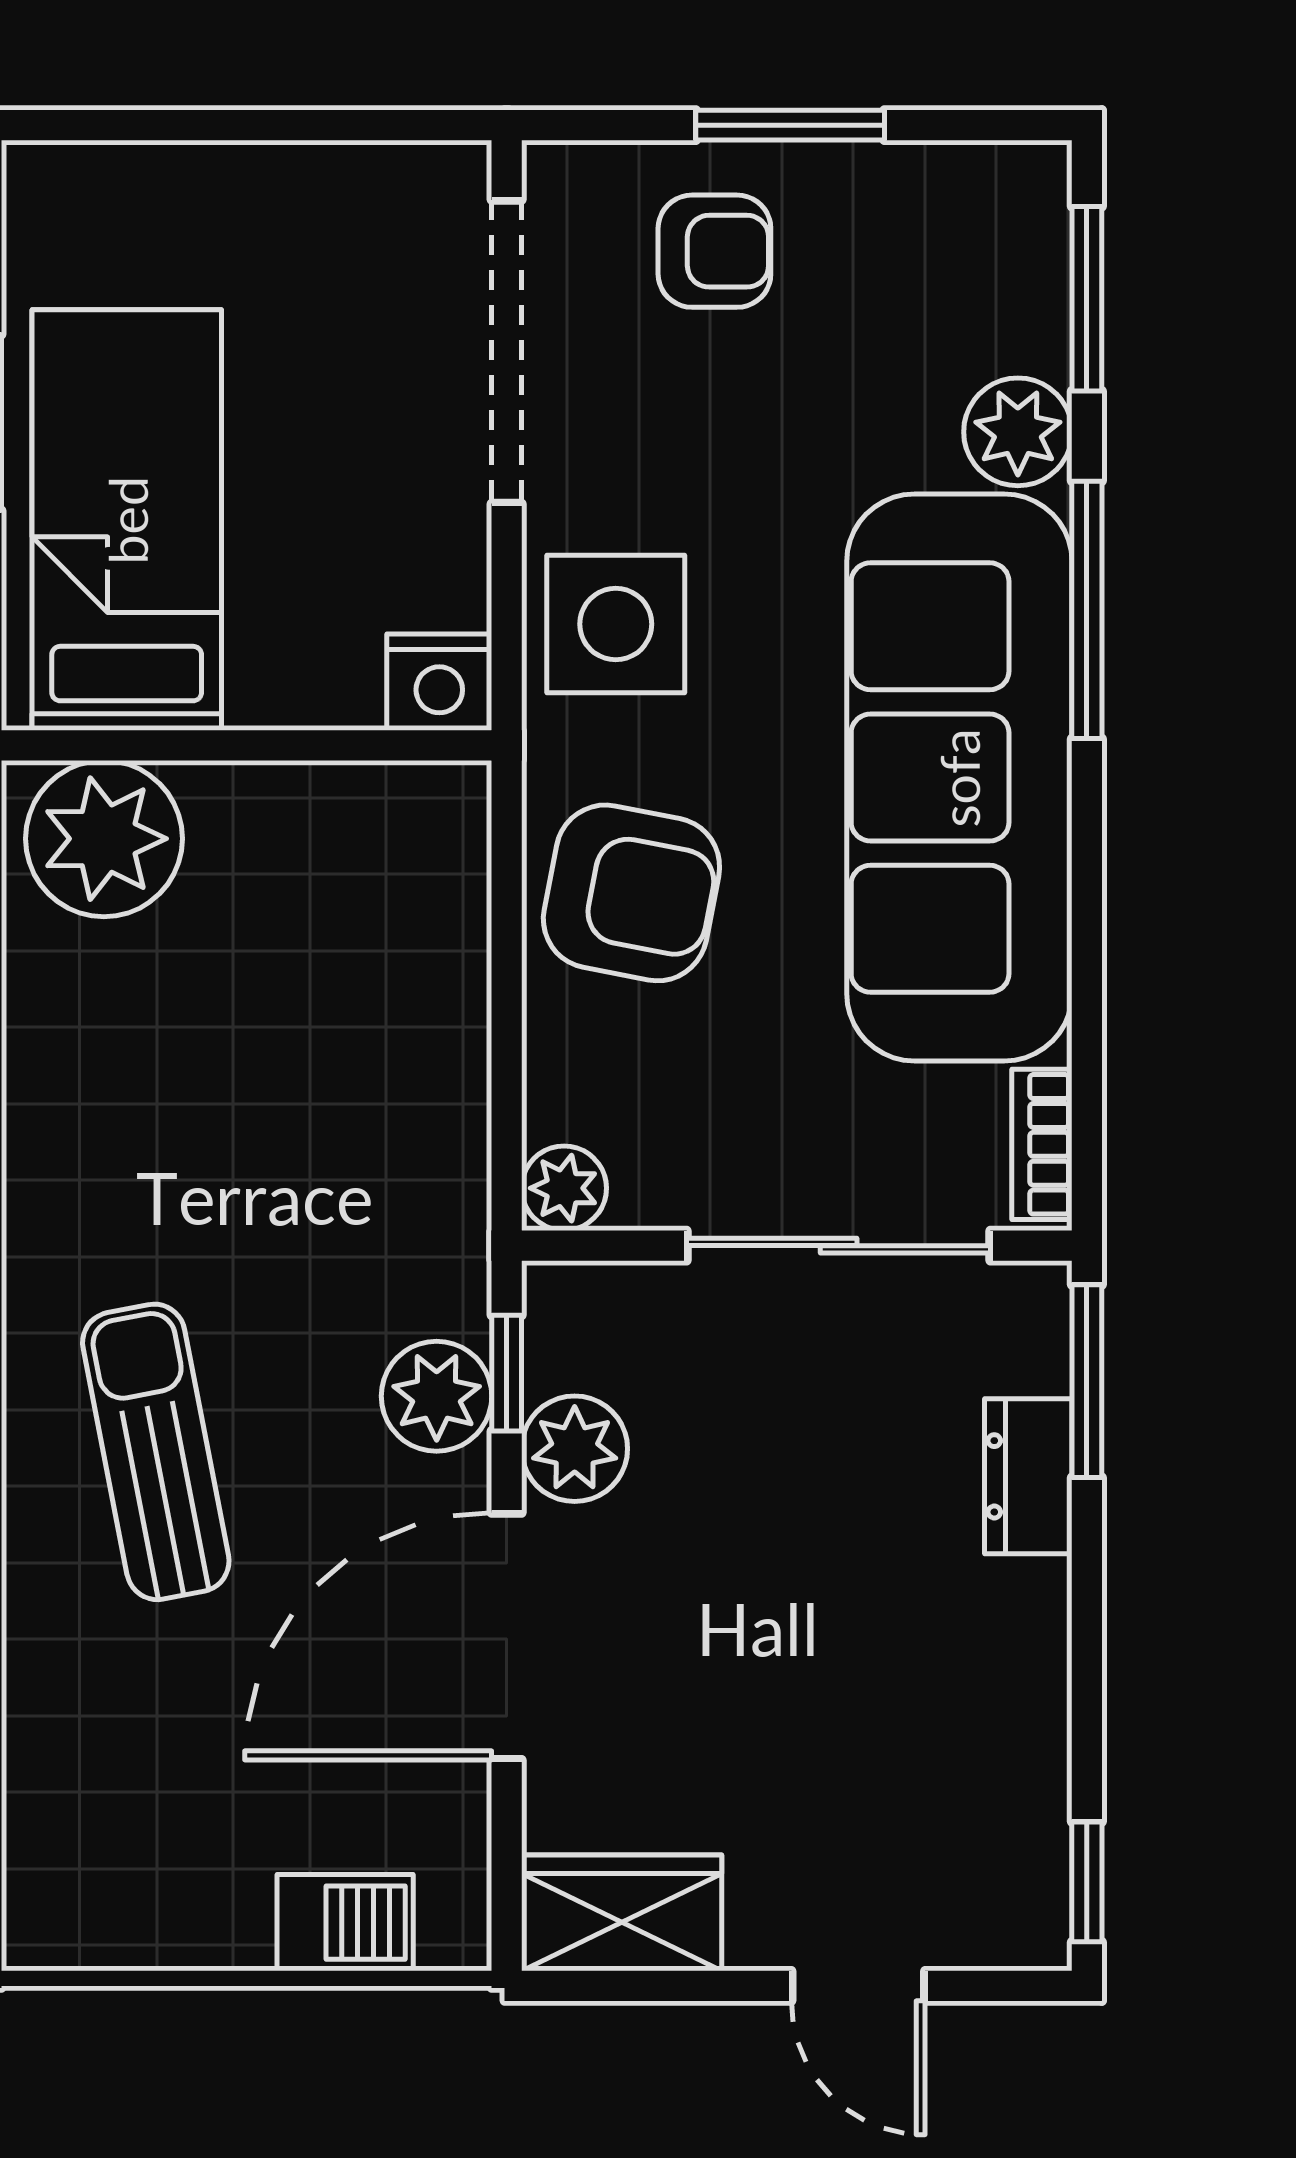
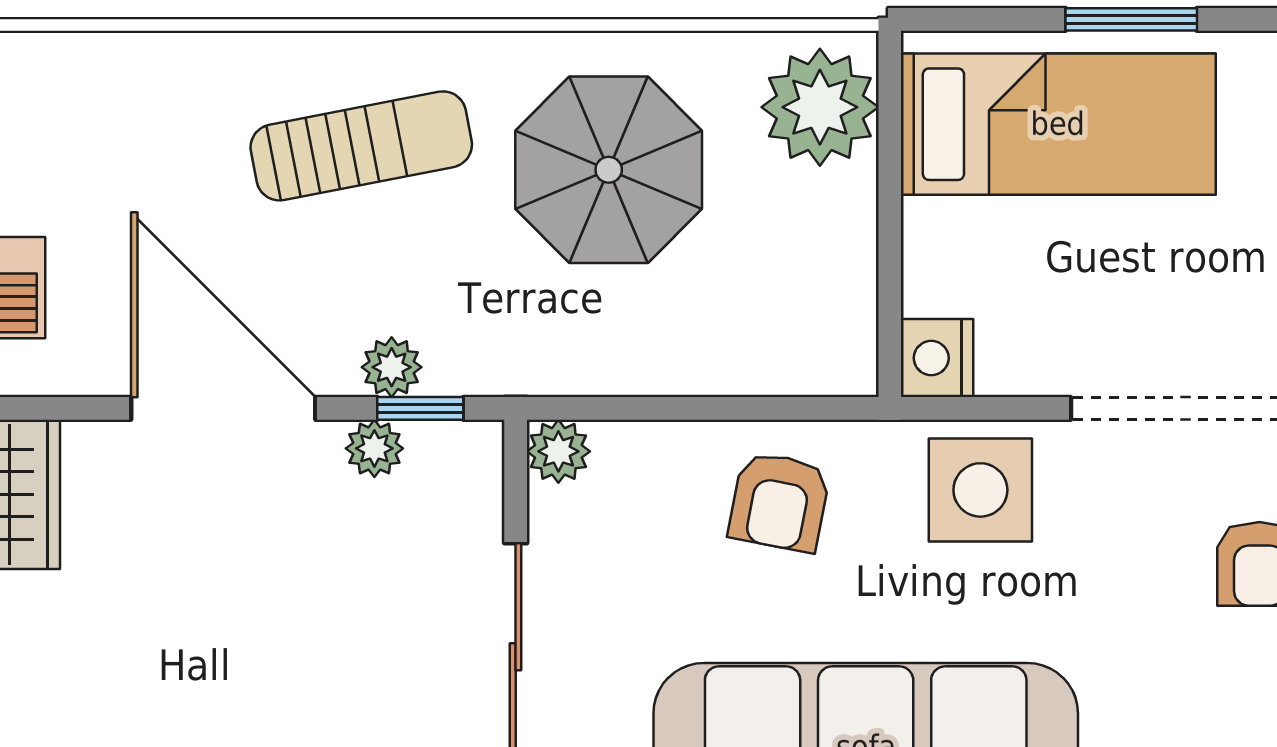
armchair: (631, 893) -> (779, 502), width x0.72, depth x0.72
parasol: (188, 1121) -> (609, 170), added
plant: (437, 1396) -> (392, 367), width x0.73, depth x0.73
plant: (575, 1449) -> (374, 448), width x0.73, depth x0.73

